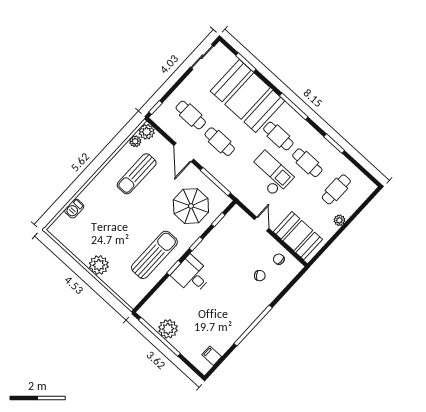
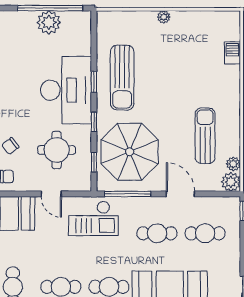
checkout: (270, 174) -> (93, 218), moved
parasol: (191, 206) -> (130, 152), width x1.36, depth x1.36
round table: (234, 248) -> (57, 150), added
plant: (99, 265) -> (164, 17), width x0.53, depth x0.53
desk: (192, 275) -> (66, 90), width x1.87, depth x1.30

